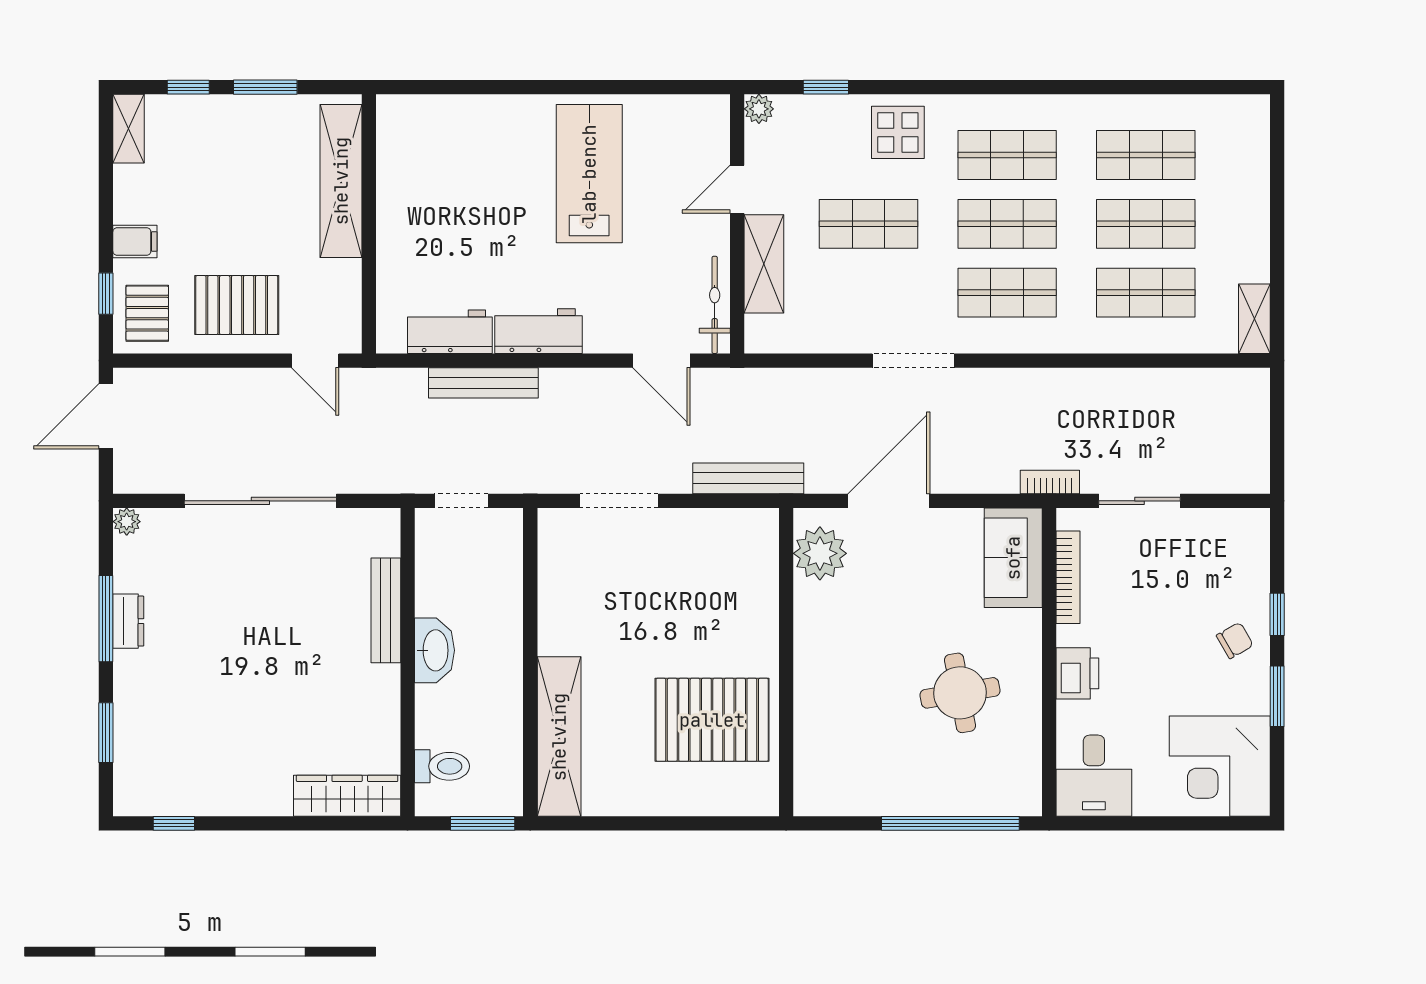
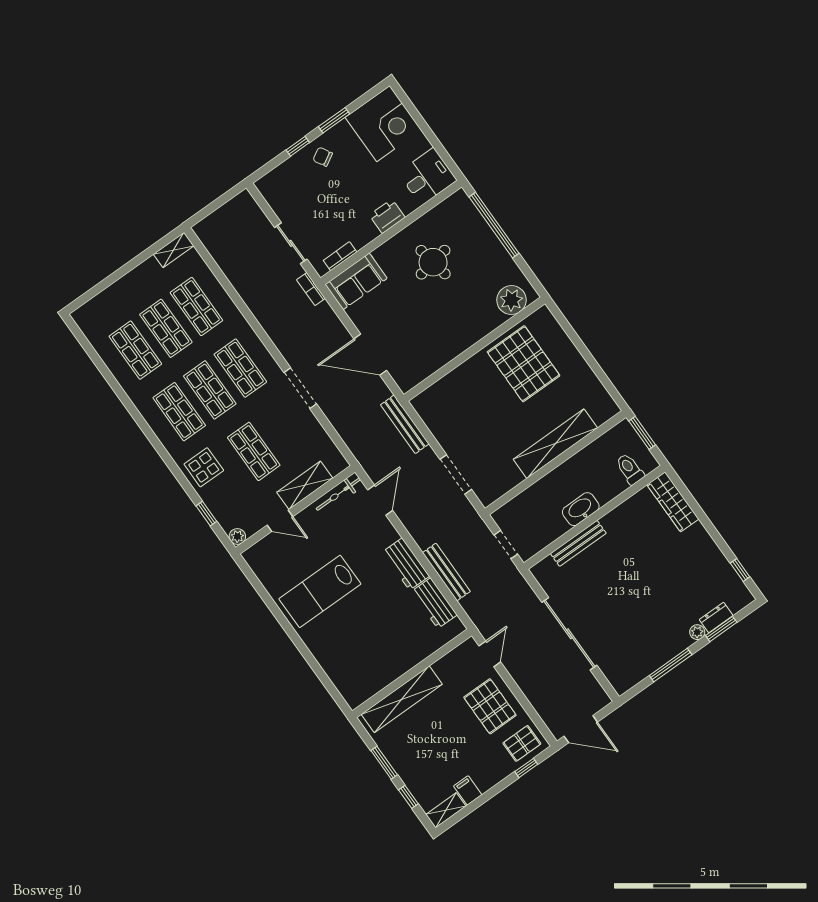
filing cabinet: (135, 242) -> (468, 790), moved
plant: (127, 522) -> (697, 632), moved
plant: (820, 553) -> (511, 300), moved
bookcase: (1068, 577) -> (340, 256), width x0.64
dresser: (128, 621) -> (716, 618), moved
shelving: (559, 737) -> (555, 444), moved

